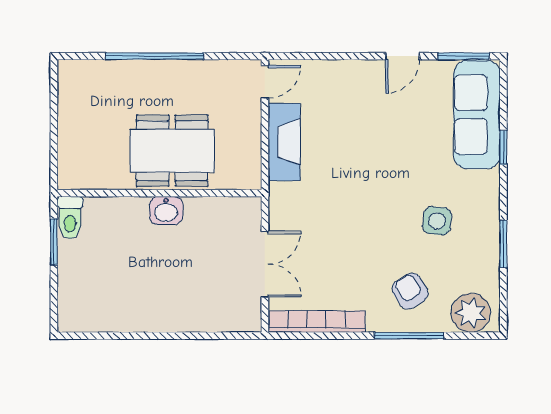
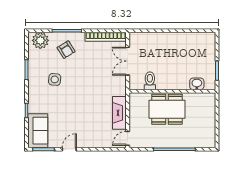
sofa: (477, 115) -> (38, 131), width x0.73
washbasin: (166, 210) -> (197, 84), moved
toilet: (70, 218) -> (150, 81), moved

